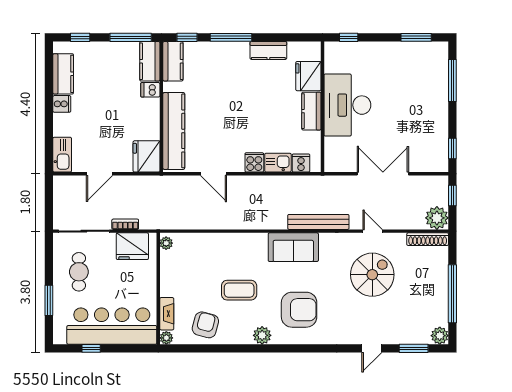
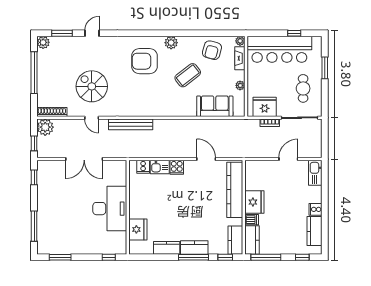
kitchen counter: (311, 111) -> (194, 248), moved, turned -90
fridge: (146, 156) -> (254, 202), moved
plant: (166, 243) -> (240, 85), moved
sofa: (293, 247) -> (215, 106), moved
spiral stairs: (372, 275) -> (92, 86), turned 90
coffee table: (239, 290) -> (188, 75), turned -38

